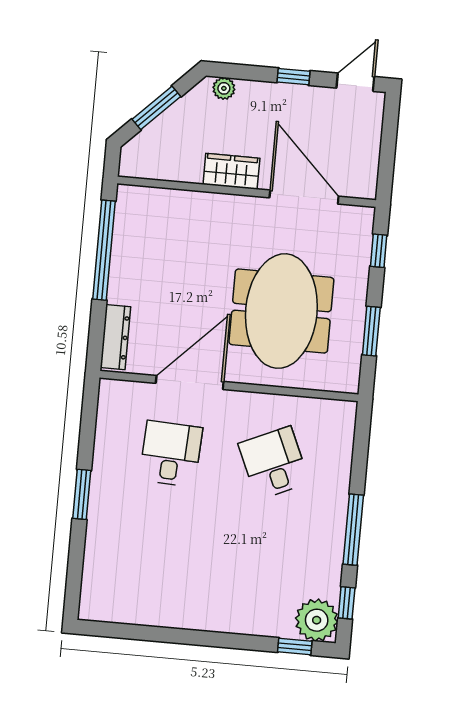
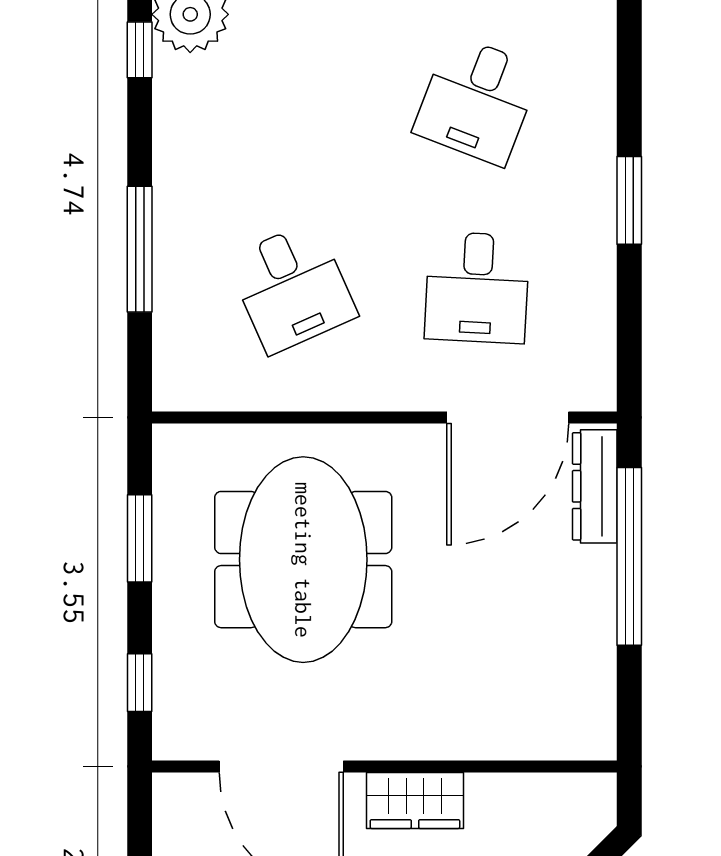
window: (104, 250) -> (629, 556), moved
door: (190, 382) -> (508, 417), moved
window: (353, 530) -> (140, 249), moved
desk: (161, 558) -> (477, 100), added

